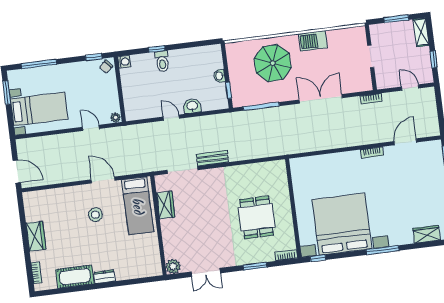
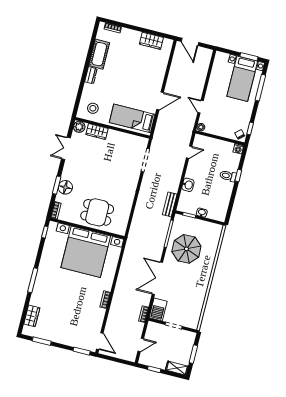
barbecue: (313, 41) -> (158, 309), moved, turned 180
parasol: (273, 63) -> (186, 249), moved
double door: (321, 99) -> (157, 278), swing flipped
bed with nightstands: (39, 109) -> (242, 79), moved
door: (171, 118) -> (189, 152), moved
door: (91, 128) -> (201, 107), swing flipped
door: (405, 142) -> (100, 341), moved
bench: (212, 158) -> (170, 204), moved
door: (17, 172) -> (190, 42), hinge flipped
wardrobe: (166, 205) -> (97, 131), moved
stool: (95, 215) -> (93, 108), moved
dining table: (257, 217) -> (97, 212), moved
bed with nightstands: (342, 224) -> (86, 252), moved, turned 90
wardrobe: (36, 236) -> (151, 41), moved
floor lamp: (254, 255) -> (65, 187), added

